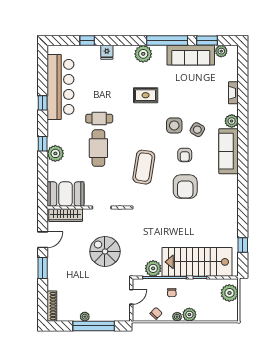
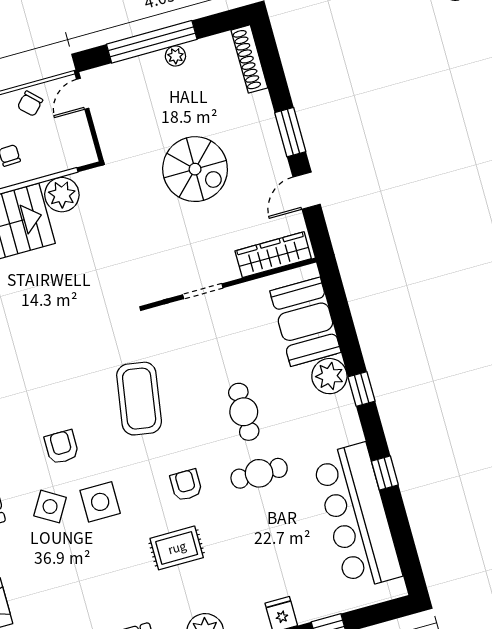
cafe table: (98, 148) -> (244, 412), width x0.73, depth x0.74
armchair: (185, 187) -> (186, 485), moved, width x0.53, depth x0.53
booth: (65, 194) -> (305, 322), moved, turned 90
spiral stairs: (105, 251) -> (195, 169), moved
door: (131, 297) -> (83, 94), moved

